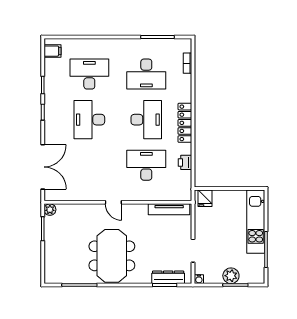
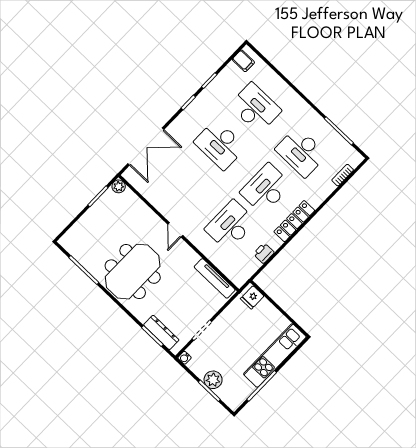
desk: (89, 120) -> (220, 145), turned -90
desk: (146, 120) -> (266, 189), turned 180
desk: (146, 165) -> (230, 225), turned -90

